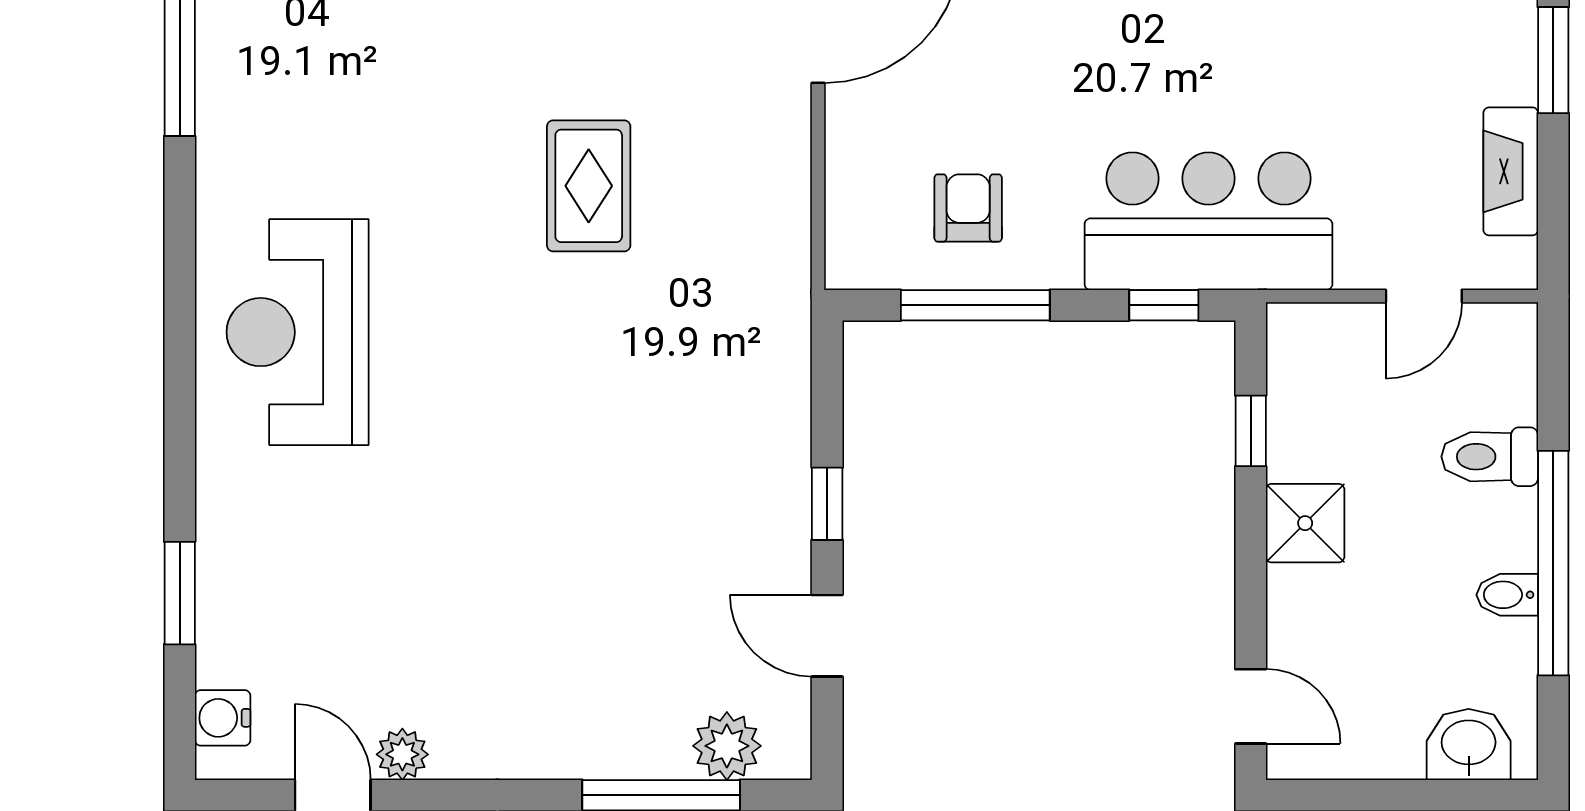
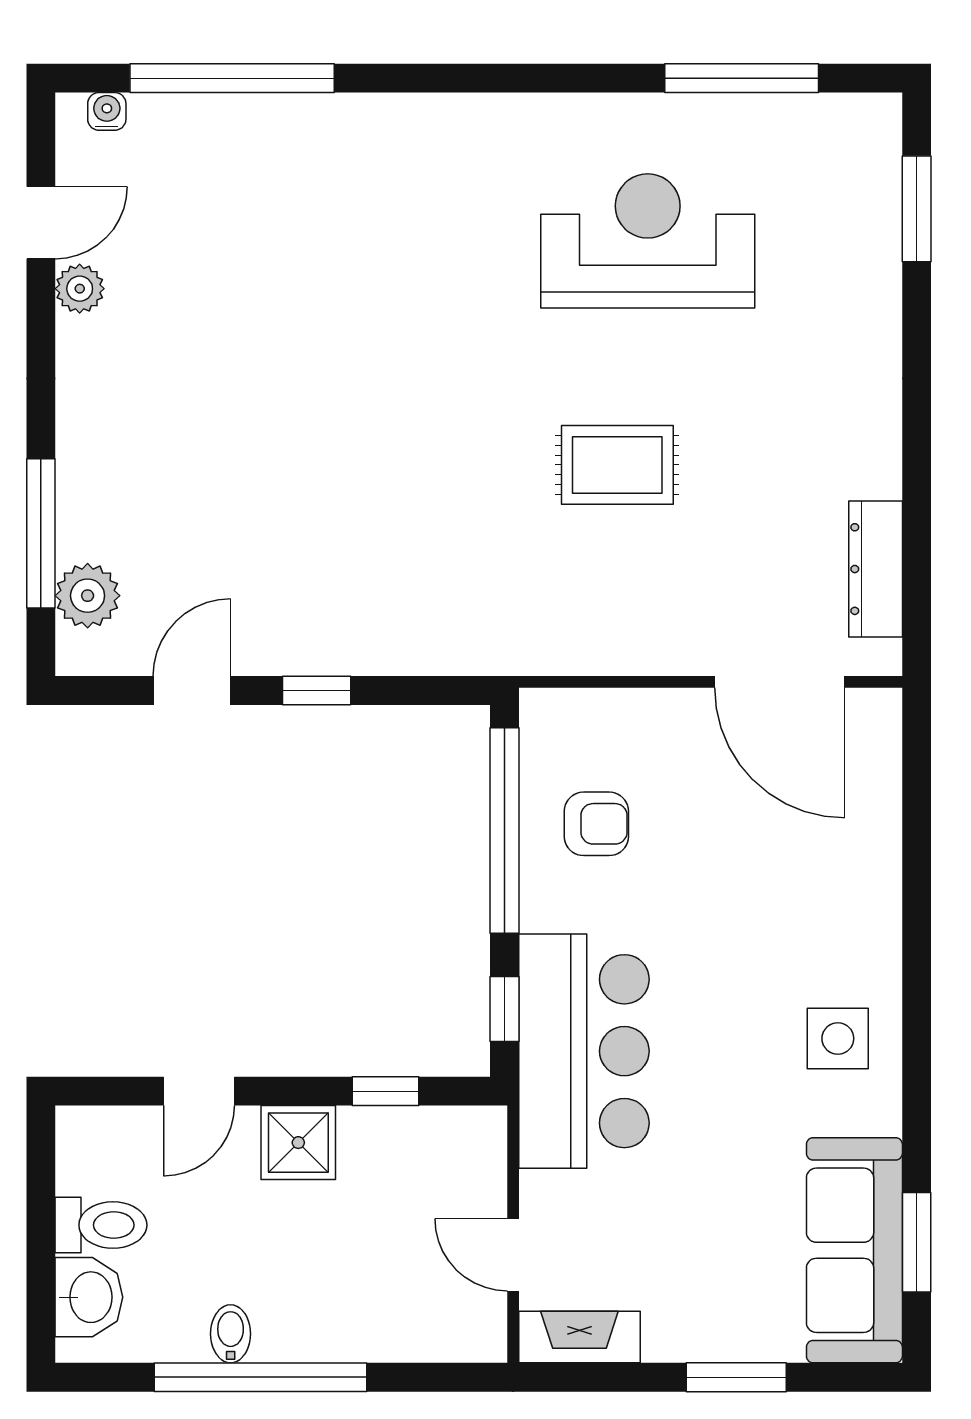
fireplace: (1511, 171) -> (579, 1337), moved
window: (975, 305) -> (505, 831), width x1.46
reception desk: (298, 332) -> (648, 241), moved
toilet: (1490, 457) -> (101, 1225), moved, turned 90
window: (180, 593) -> (232, 78), width x2.11
door: (1251, 706) -> (199, 1091), moved
water cooler: (223, 718) -> (107, 111), width x0.72, depth x0.72

